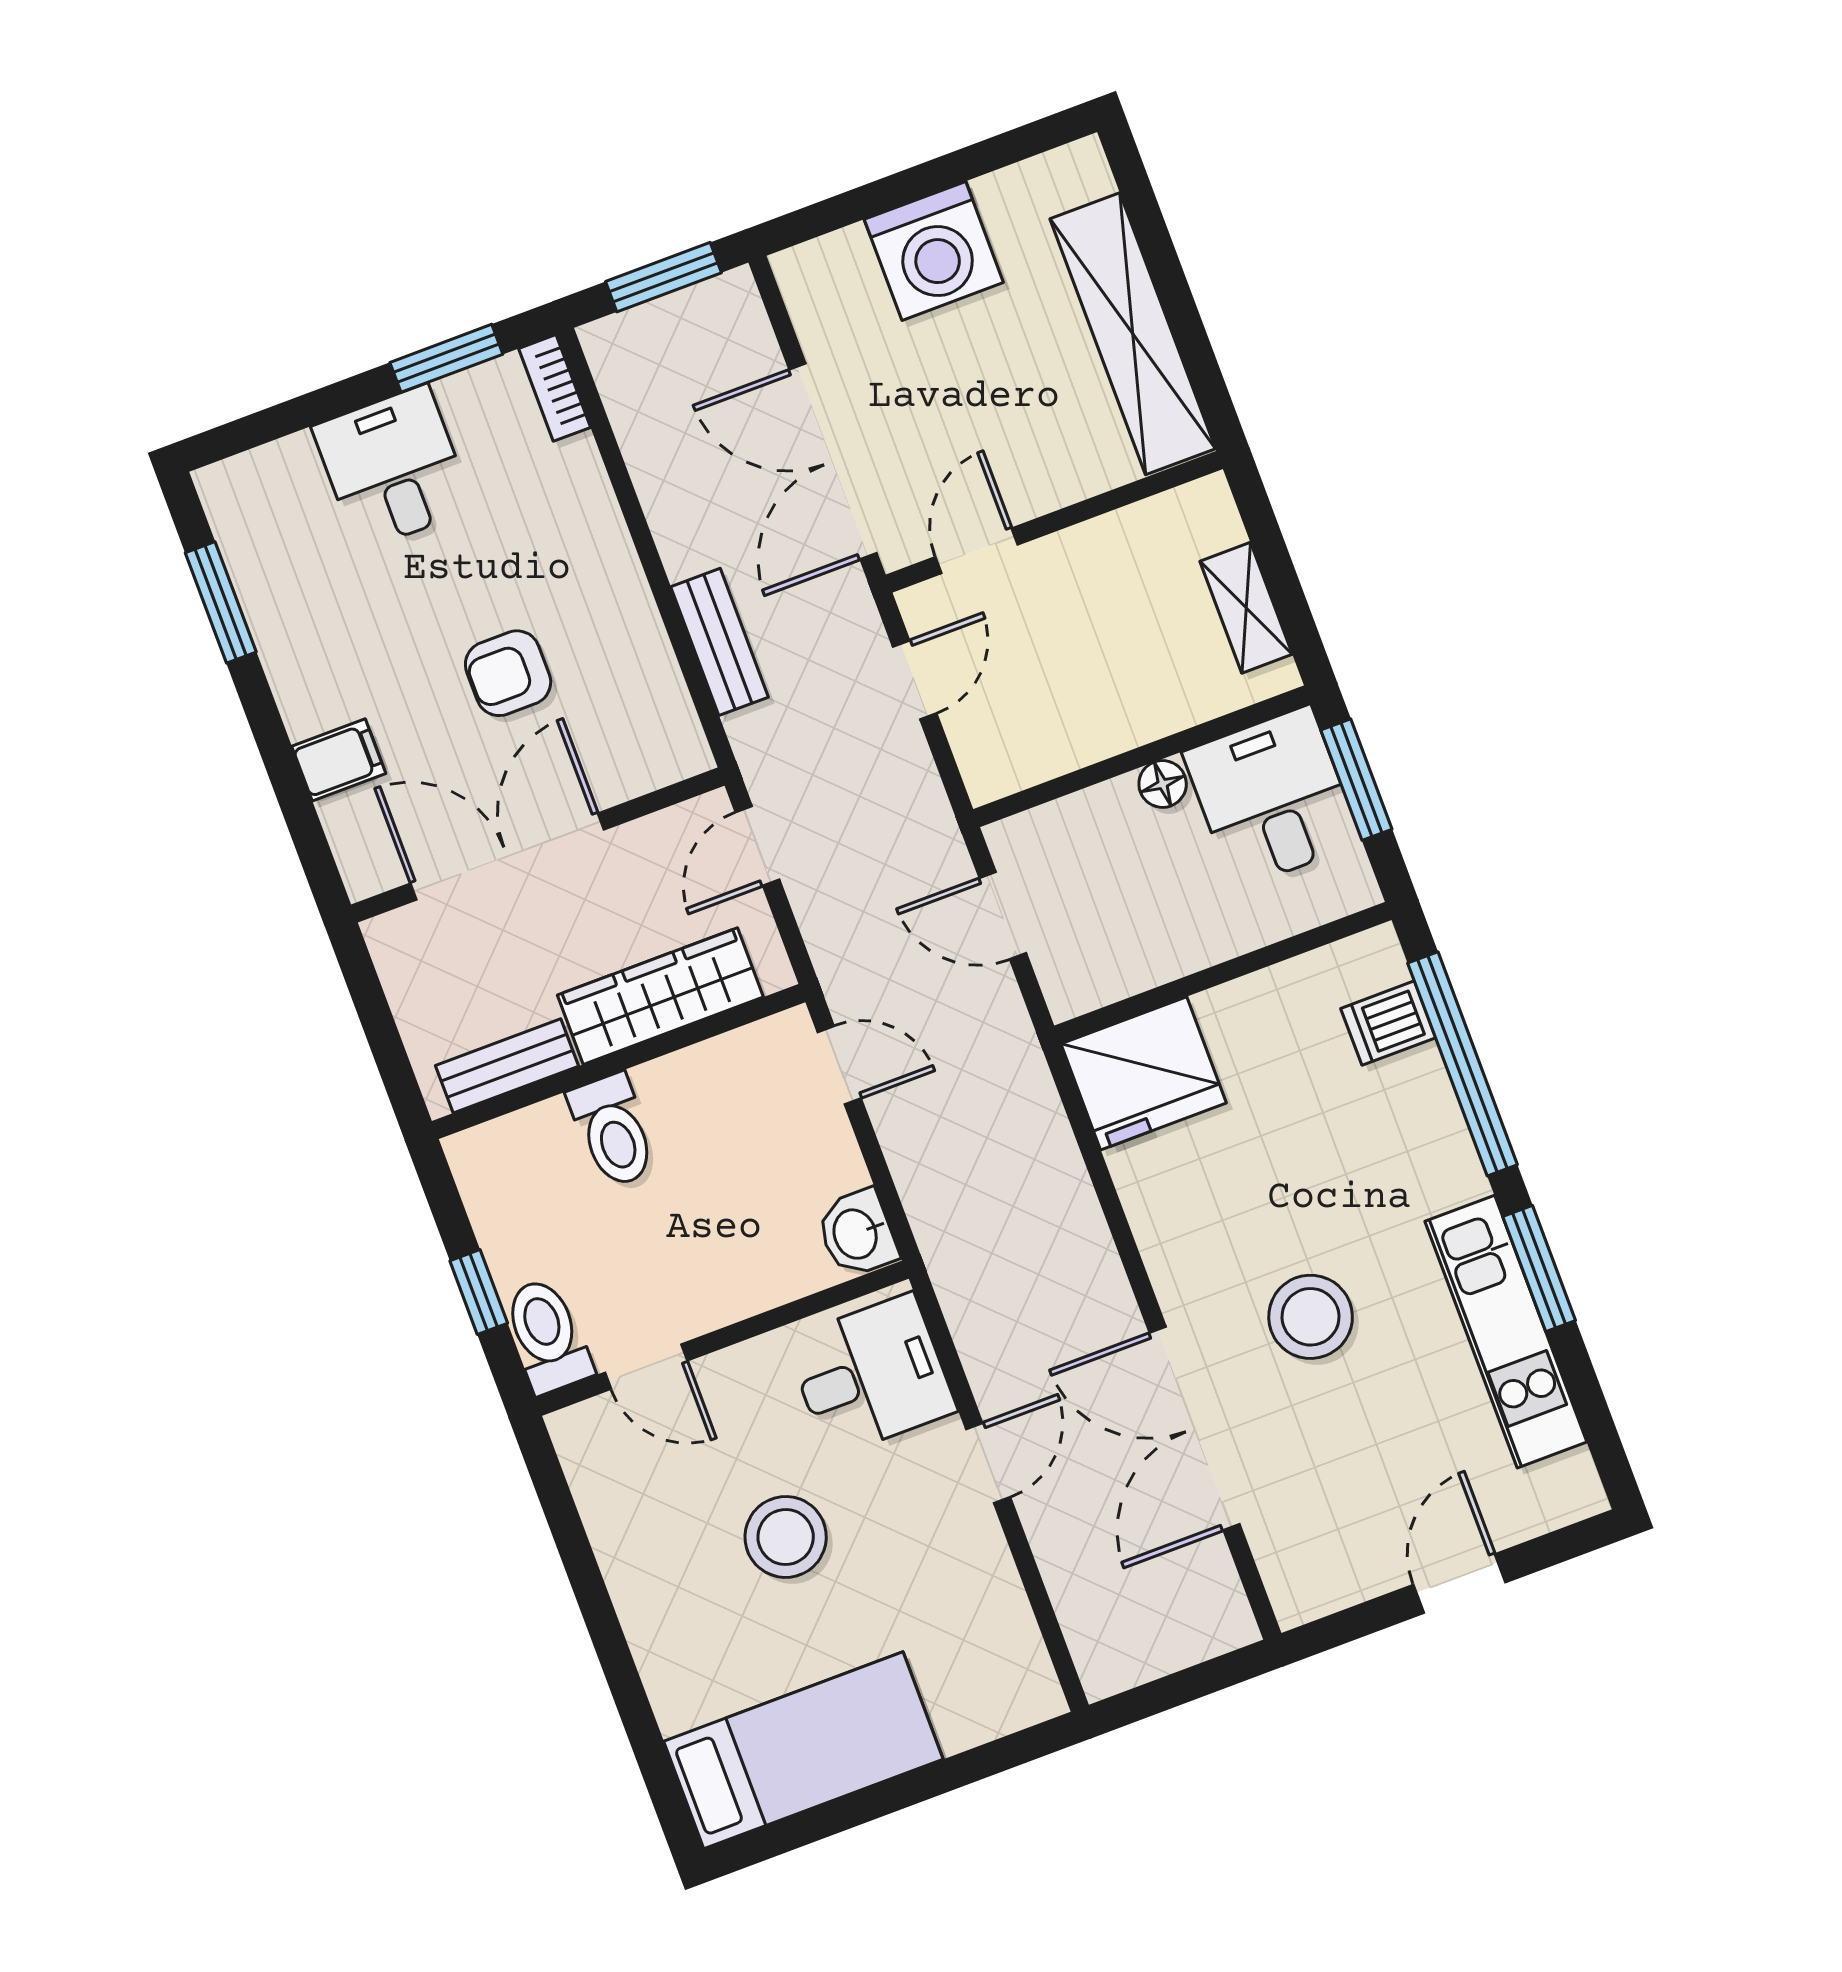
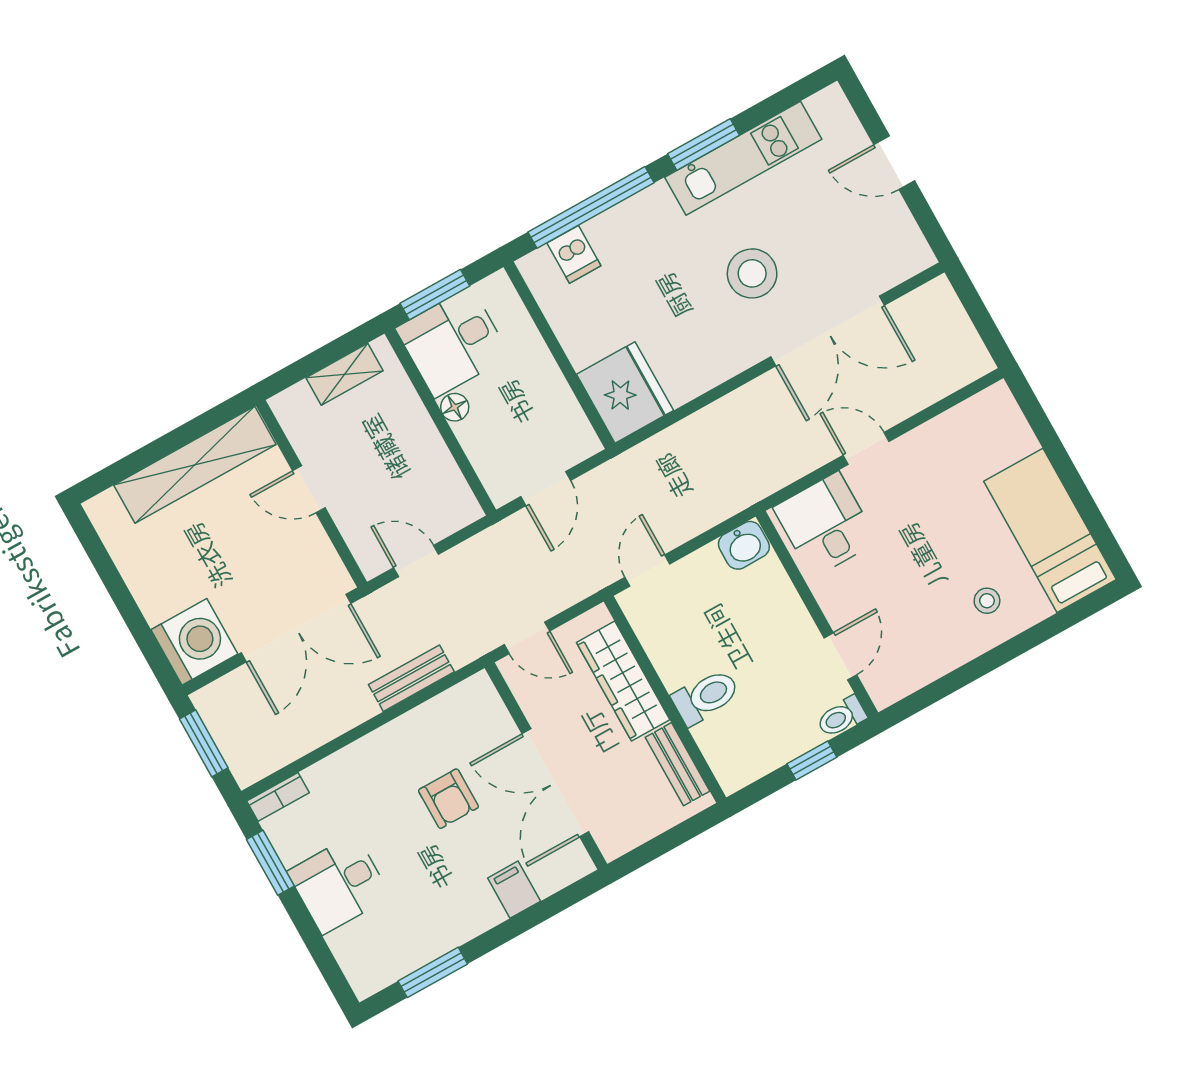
washing machine: (934, 251) -> (194, 642), moved
door: (977, 551) -> (309, 489), moved
toilet: (547, 1336) -> (841, 717), width x0.73, depth x0.72
stool: (786, 1537) -> (987, 601), moved, width x0.53, depth x0.53

